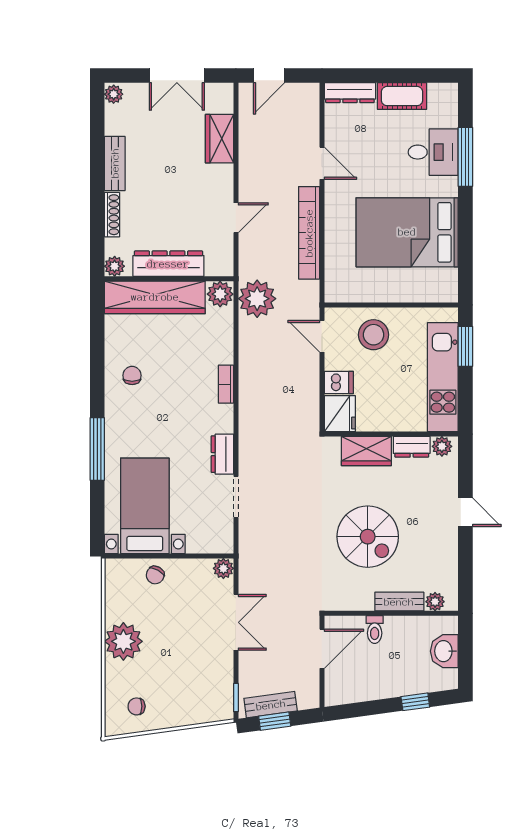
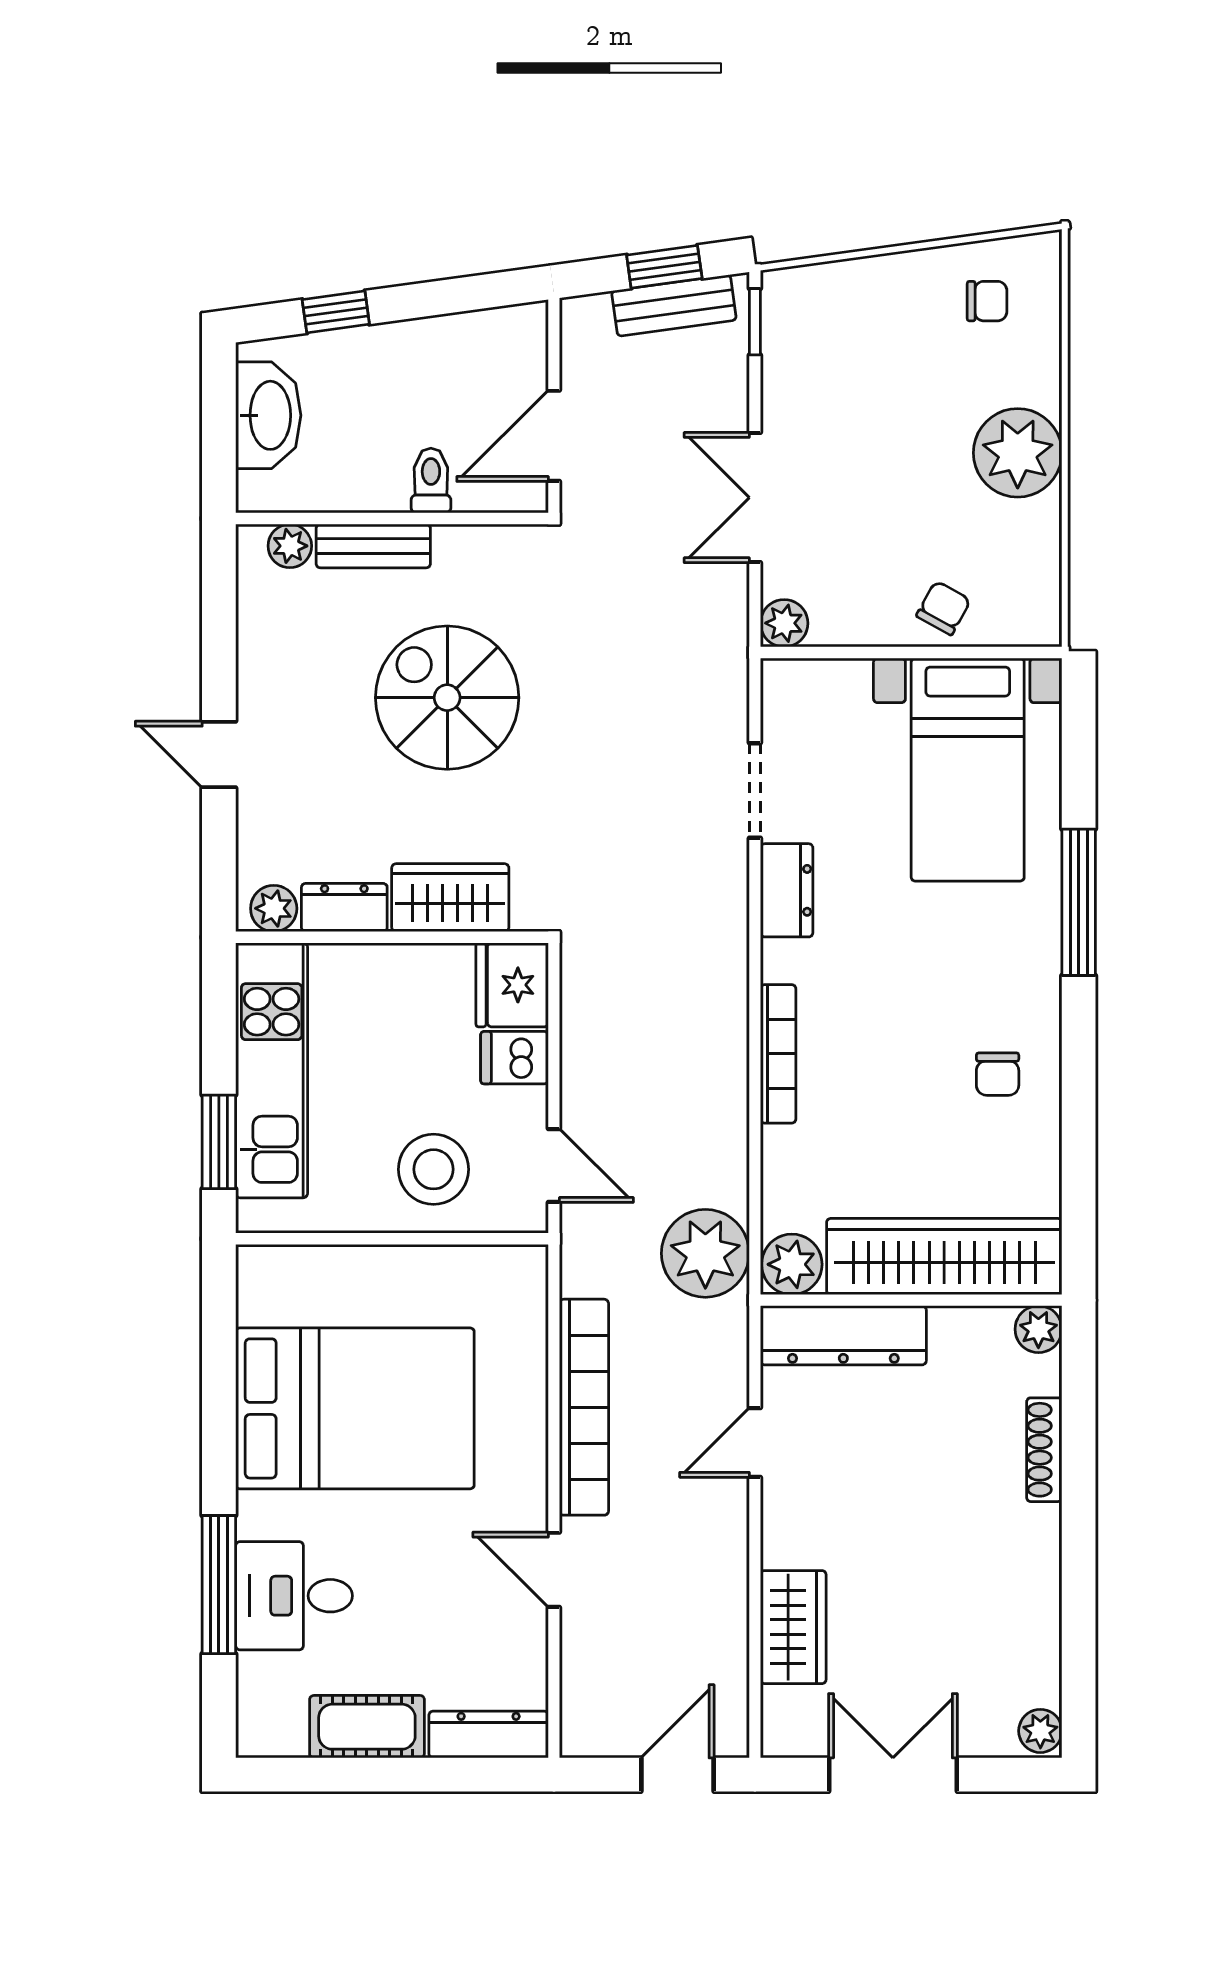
bench: (115, 163) -> (1038, 1569), removed
dresser: (168, 264) -> (843, 1335), moved
bookcase: (226, 384) -> (778, 1054), width x1.56
washbasin: (444, 651) -> (268, 415), width x1.38

